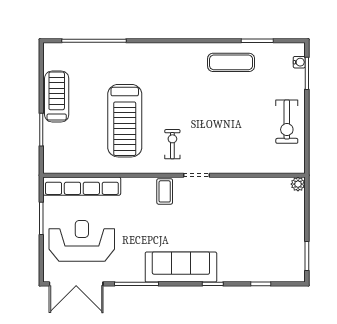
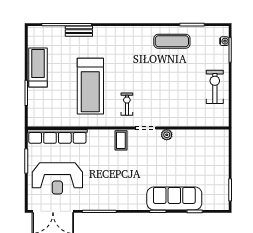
bench: (110, 49) -> (79, 31), added
exercise bike: (287, 122) -> (215, 87), turned 180
plant: (298, 184) -> (167, 135), moved
reception desk: (82, 241) -> (57, 178), turned 180
sofa: (181, 267) -> (174, 198), moved

